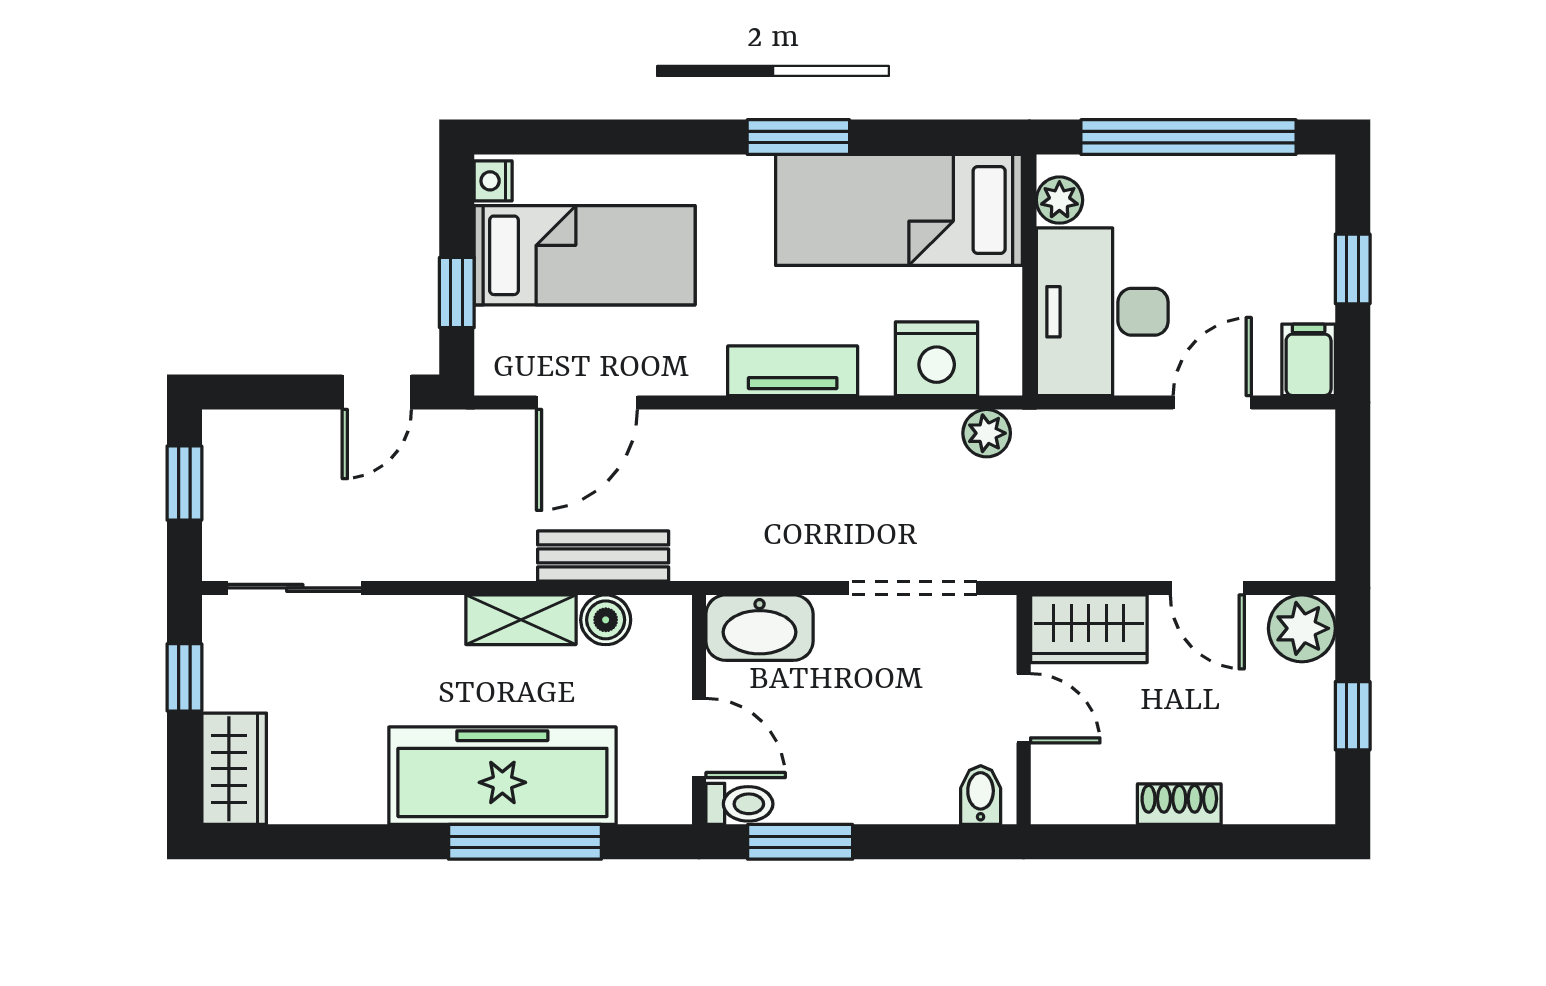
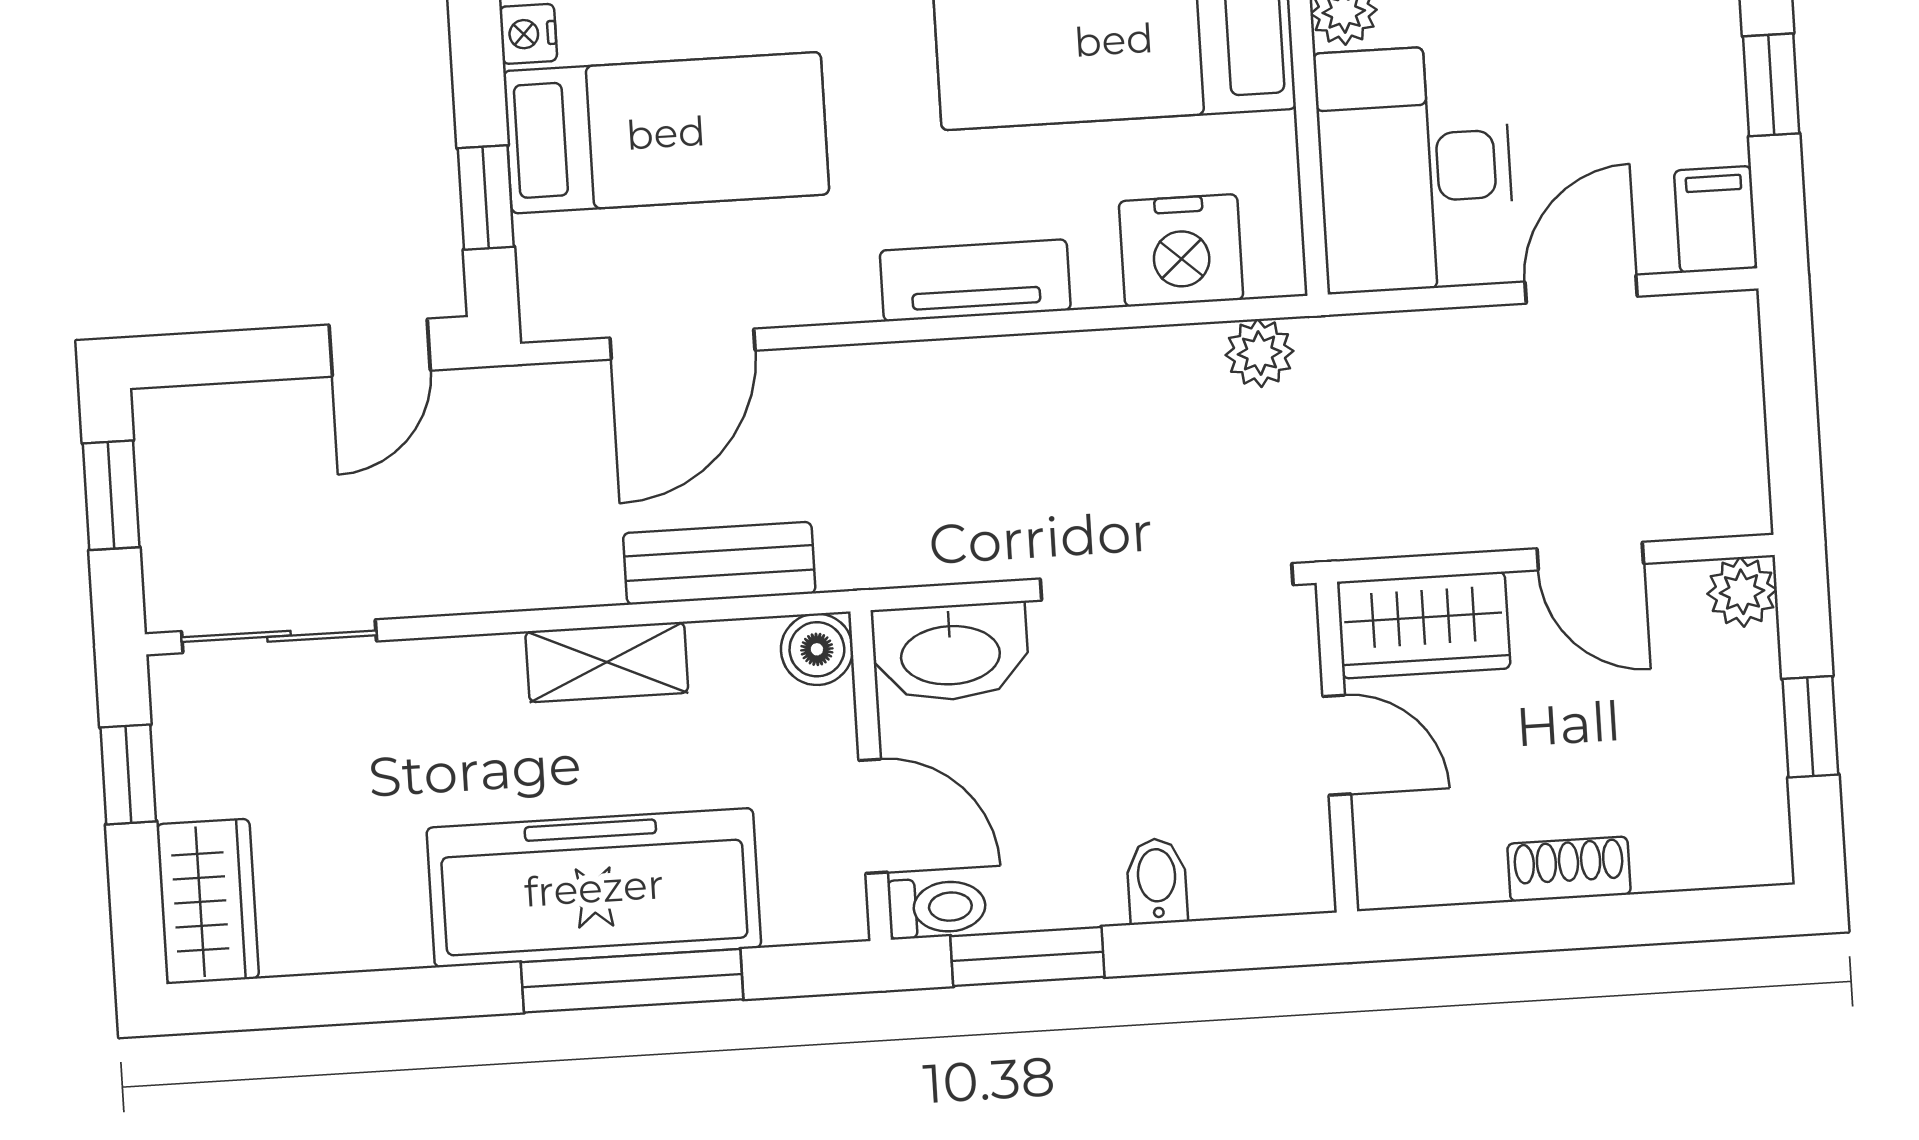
doorway: (913, 588) -> (1167, 582), width x1.36
boiler: (606, 620) -> (817, 649), moved
plant: (1302, 628) -> (1742, 592), width x0.73, depth x0.73
bidet: (981, 795) -> (1157, 881), moved

